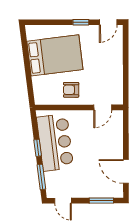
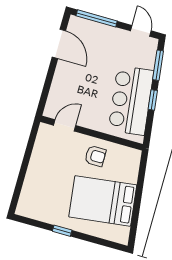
door: (108, 22) -> (31, 222), removed
window: (101, 201) -> (97, 18), width x1.44

